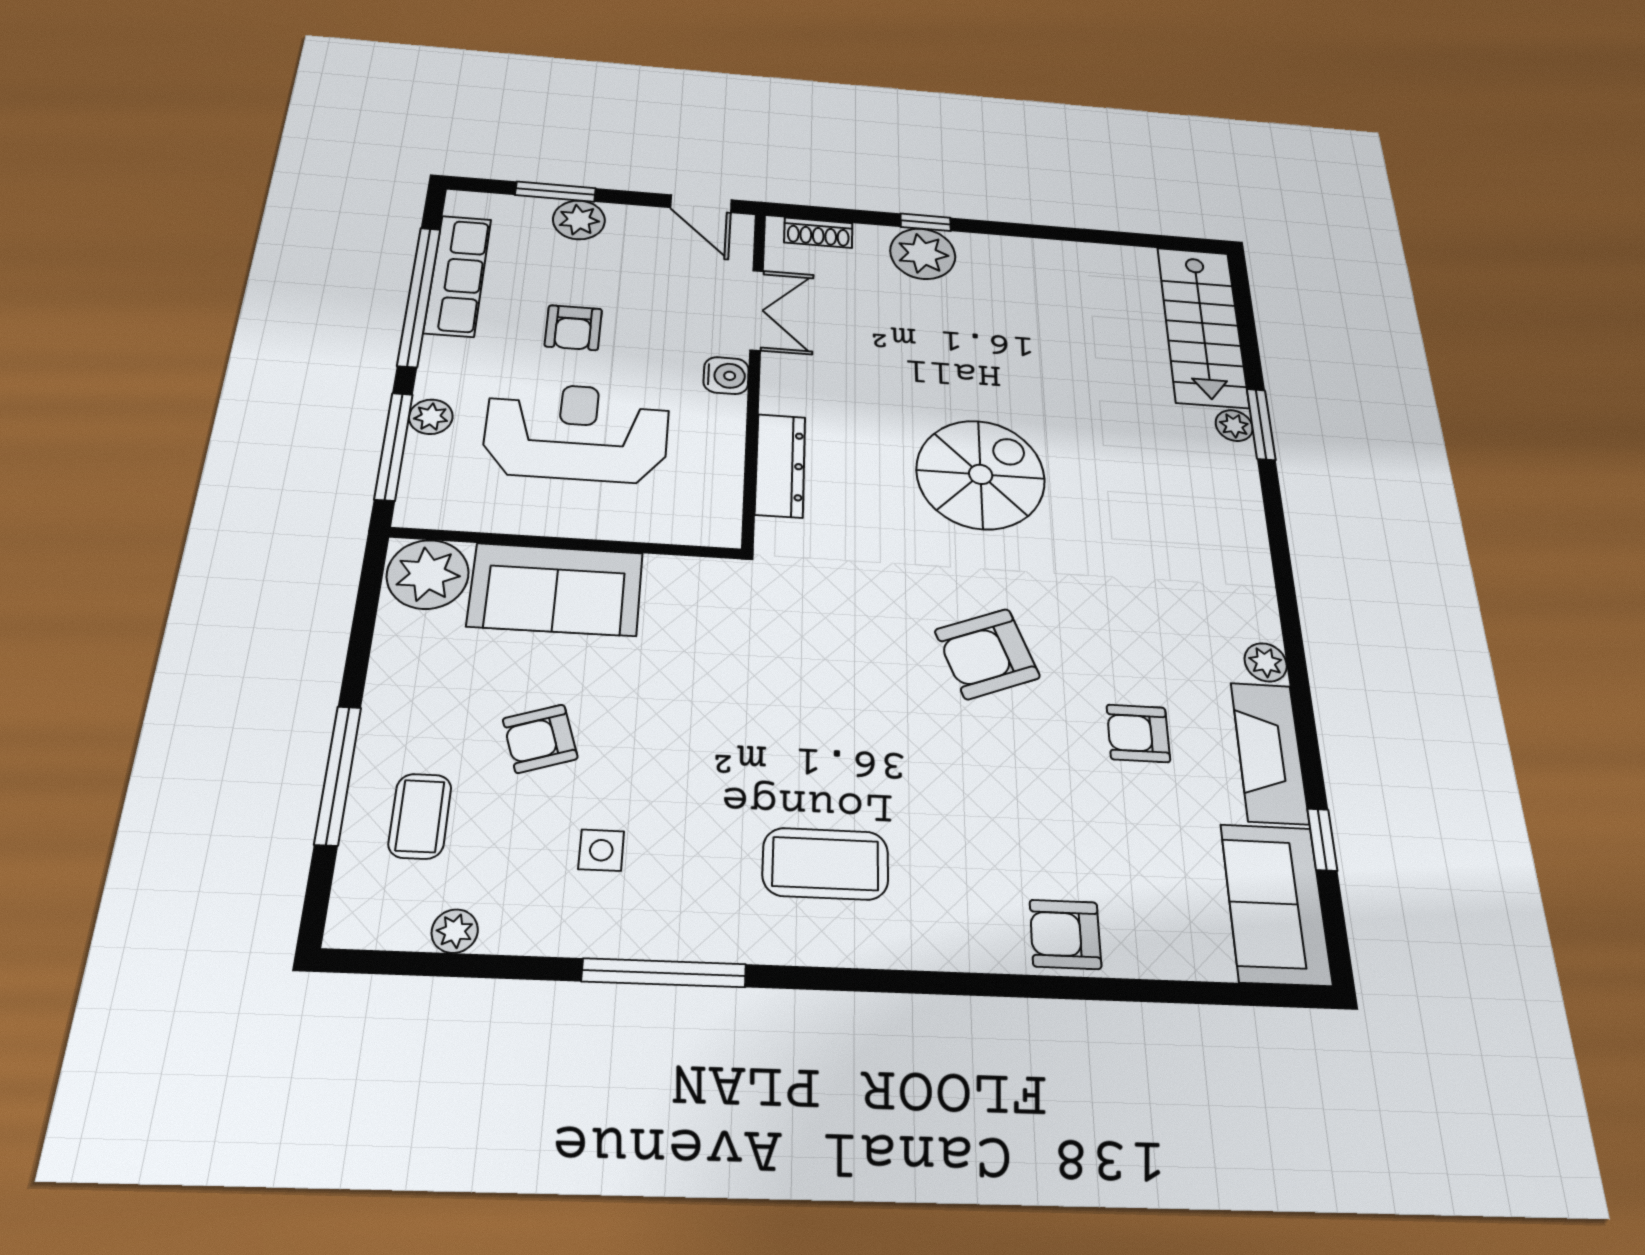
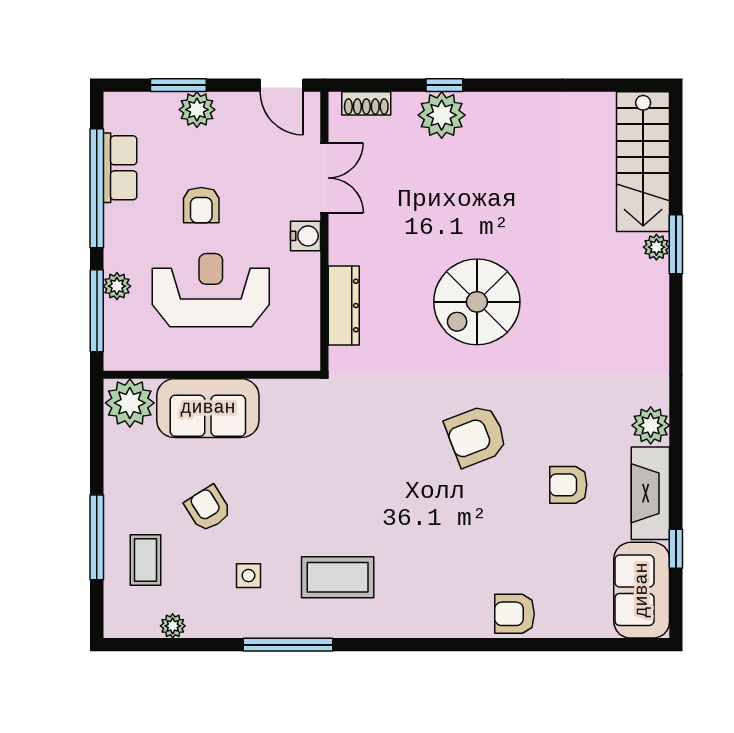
row of seats: (458, 275) -> (120, 168), width x0.68
spiral stairs: (981, 474) -> (477, 302), turned 180
plant: (1266, 662) -> (651, 425), width x1.38, depth x1.38
armchair: (540, 739) -> (208, 509), turned 76
coffee table: (825, 864) -> (338, 577), moved

